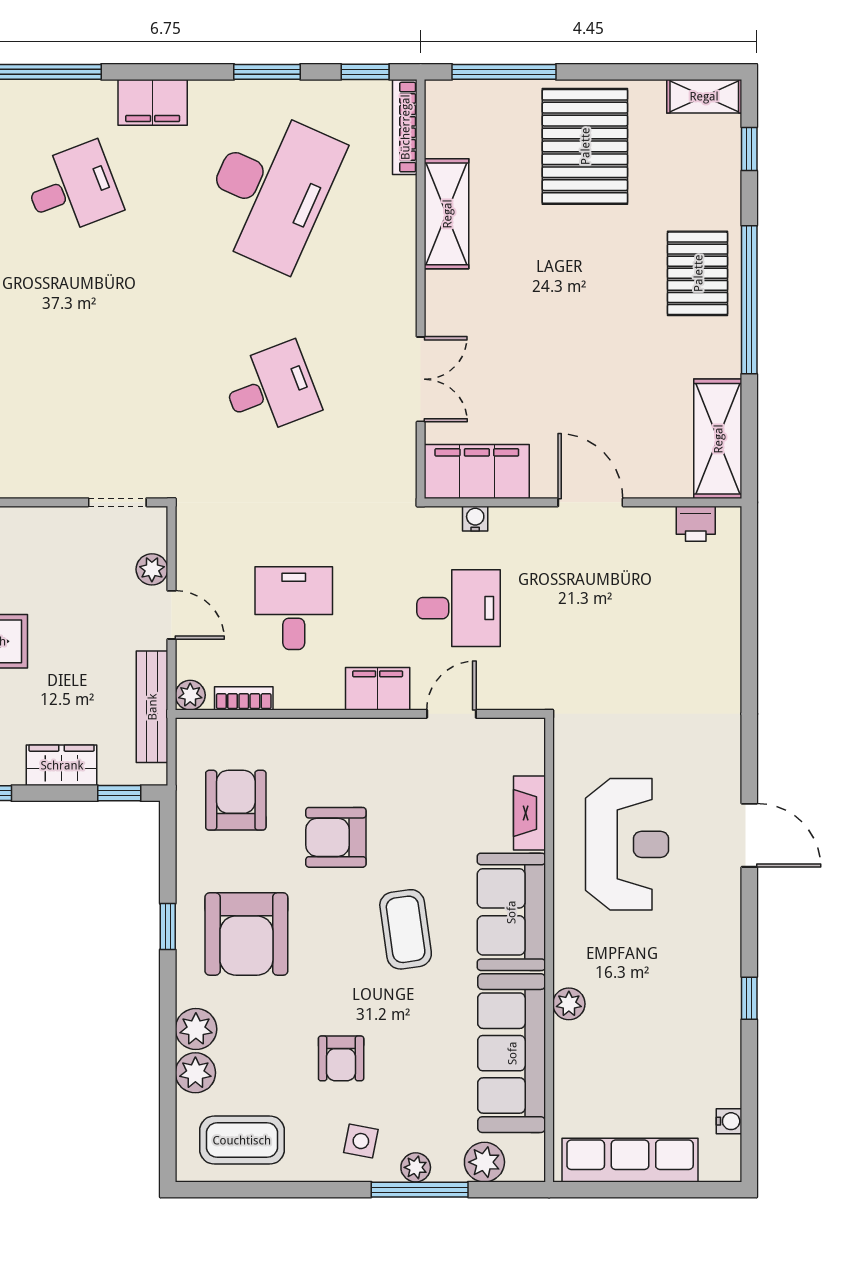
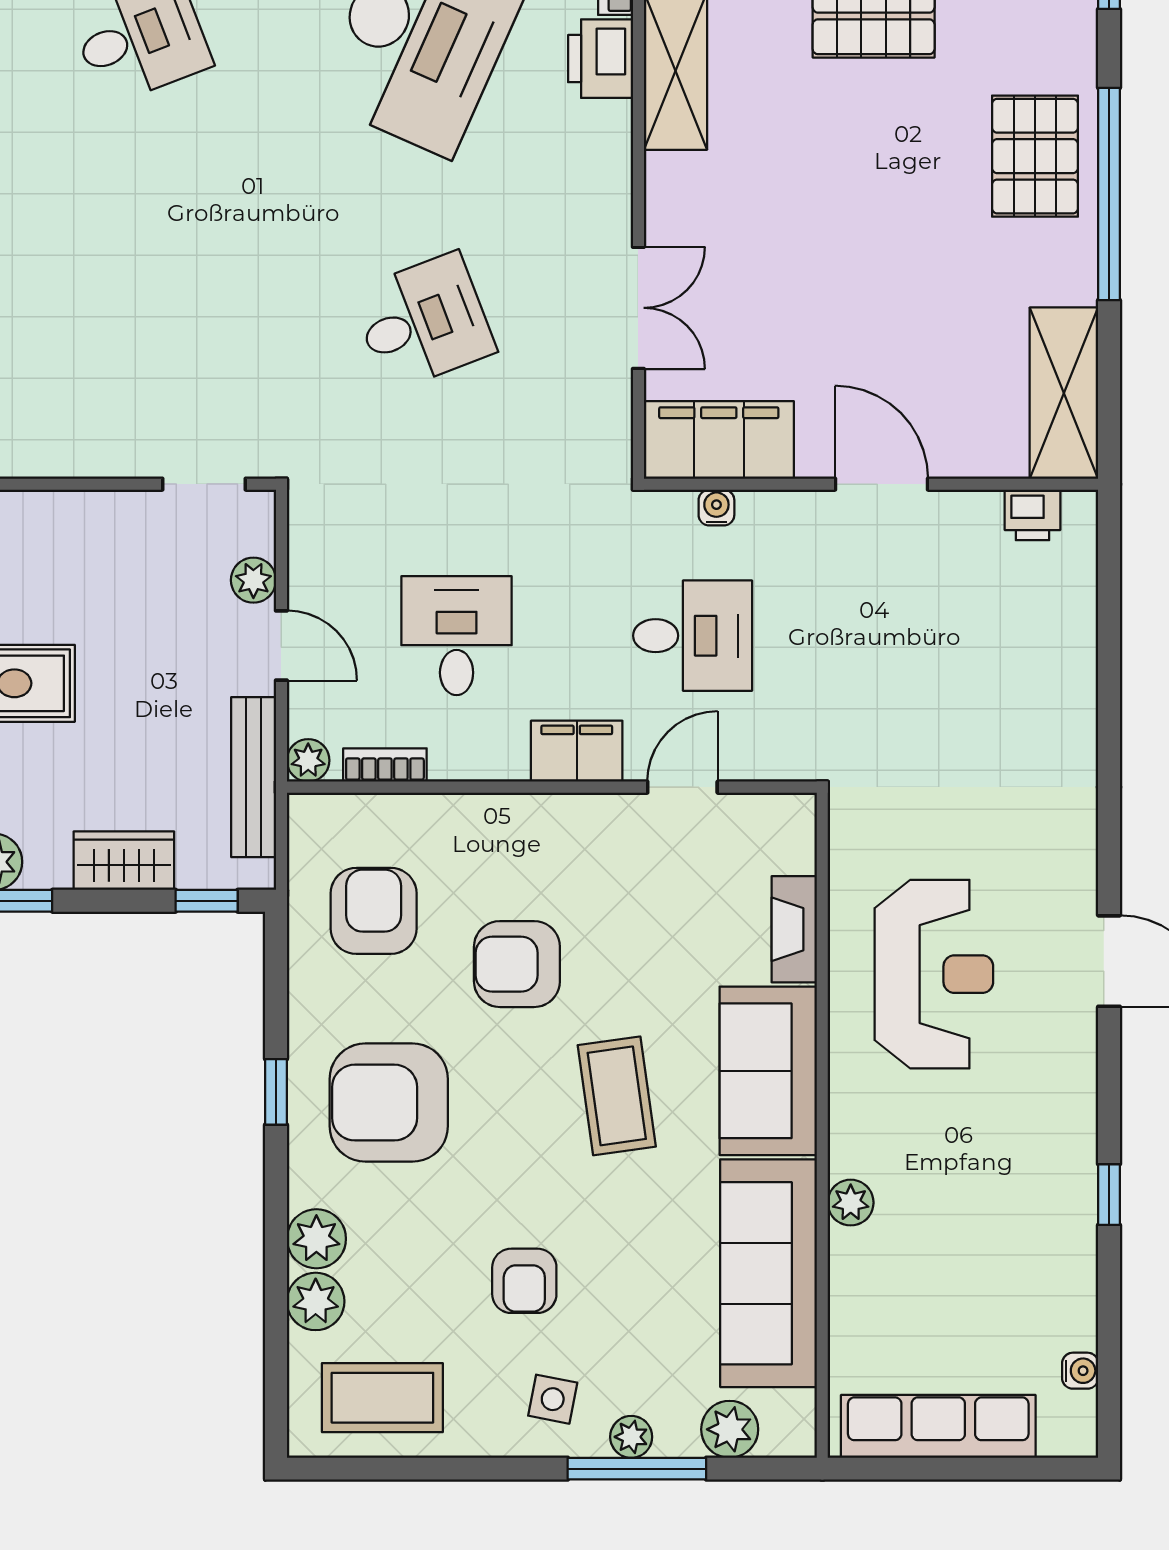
printer: (394, 205) -> (601, 59), added
armchair: (246, 934) -> (389, 1103), turned 90

